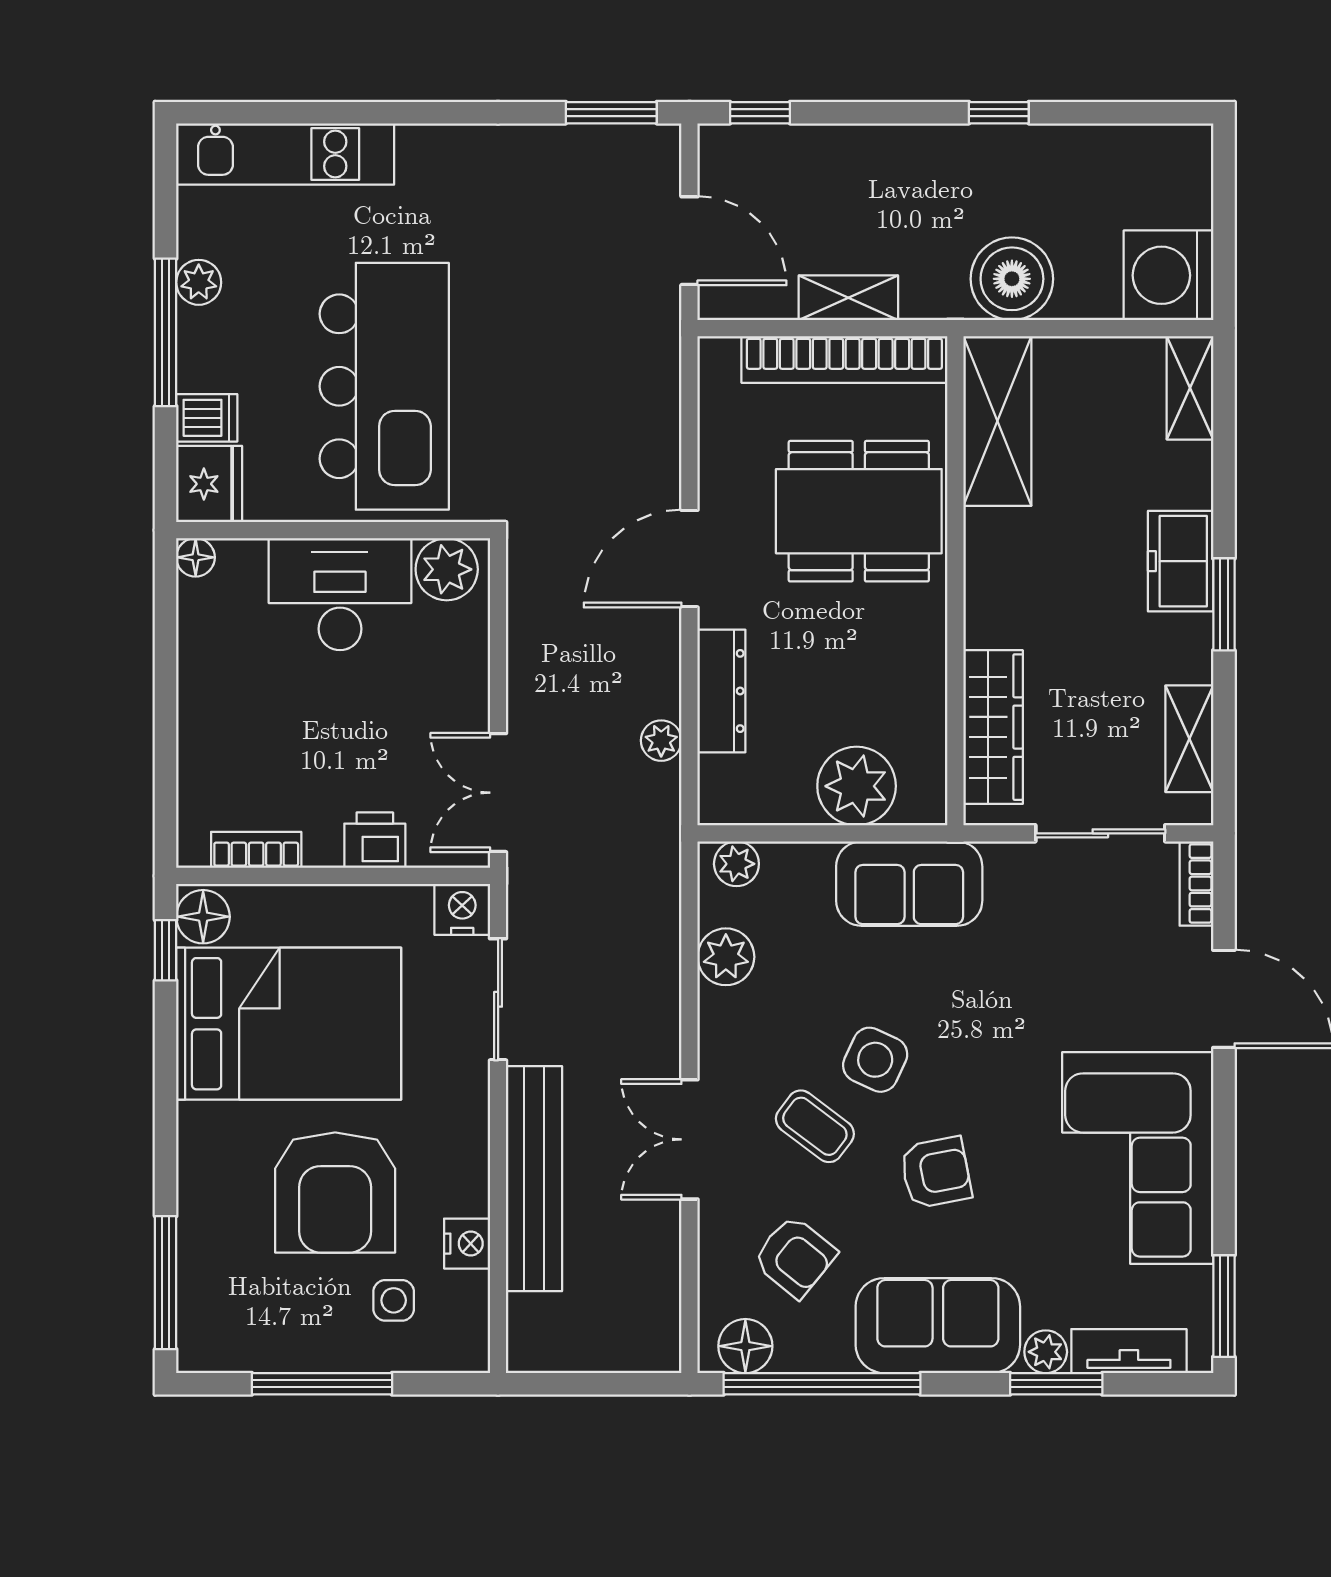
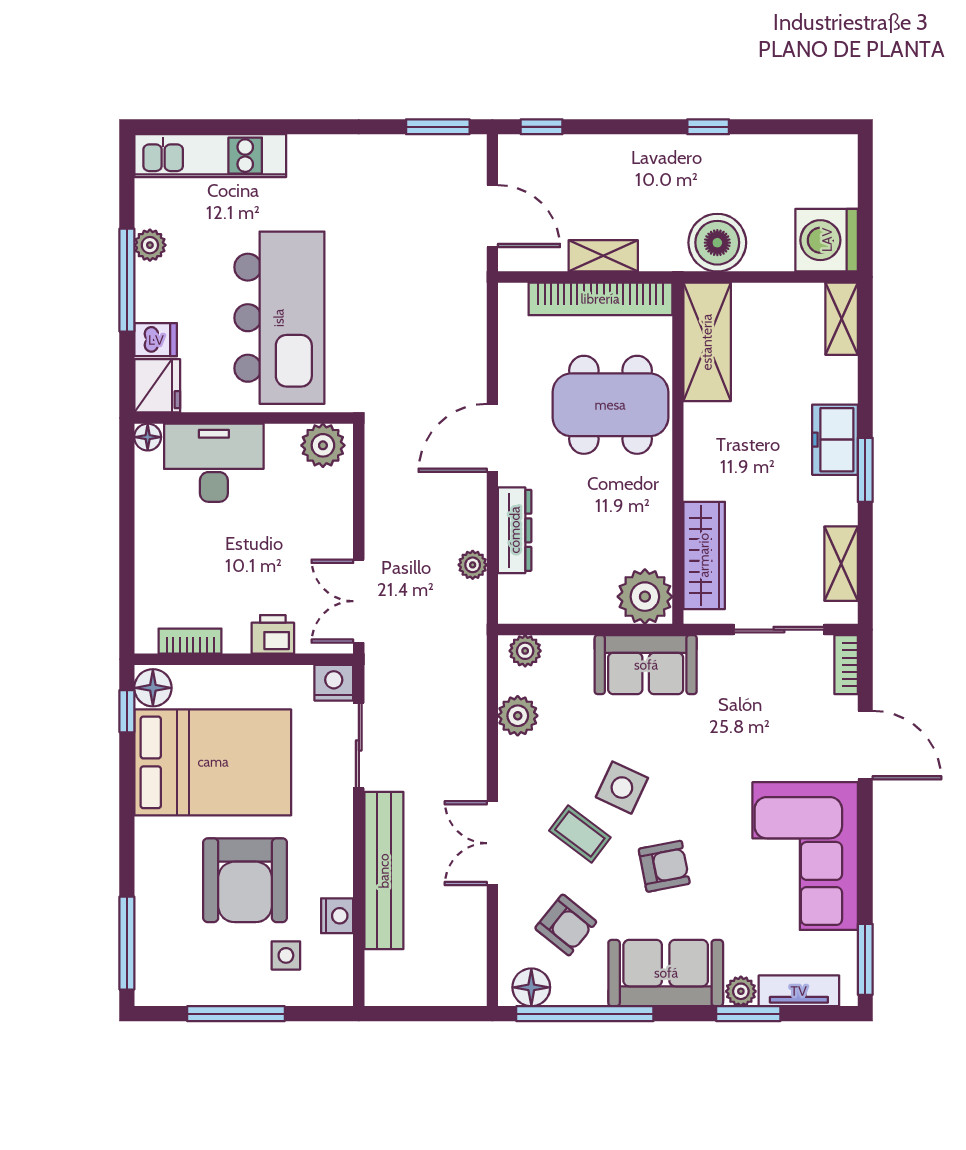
desk: (340, 594) -> (214, 463), moved
plant: (857, 786) -> (645, 597), moved

